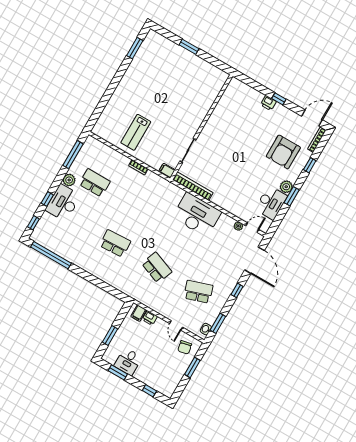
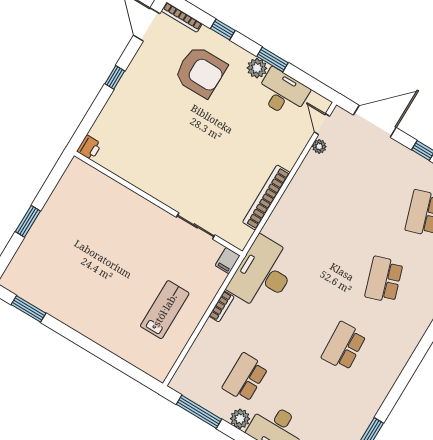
printer: (268, 103) -> (89, 148), moved
lab bench: (136, 132) -> (165, 310), turned -90
bookcase: (193, 186) -> (266, 197), moved
desk: (197, 215) -> (263, 274), moved
school desk: (157, 268) -> (384, 280), turned -39

